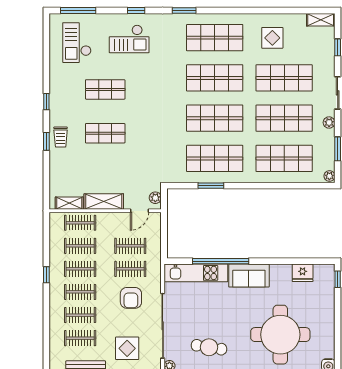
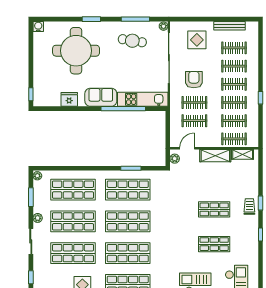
fridge: (303, 273) -> (69, 99), moved

